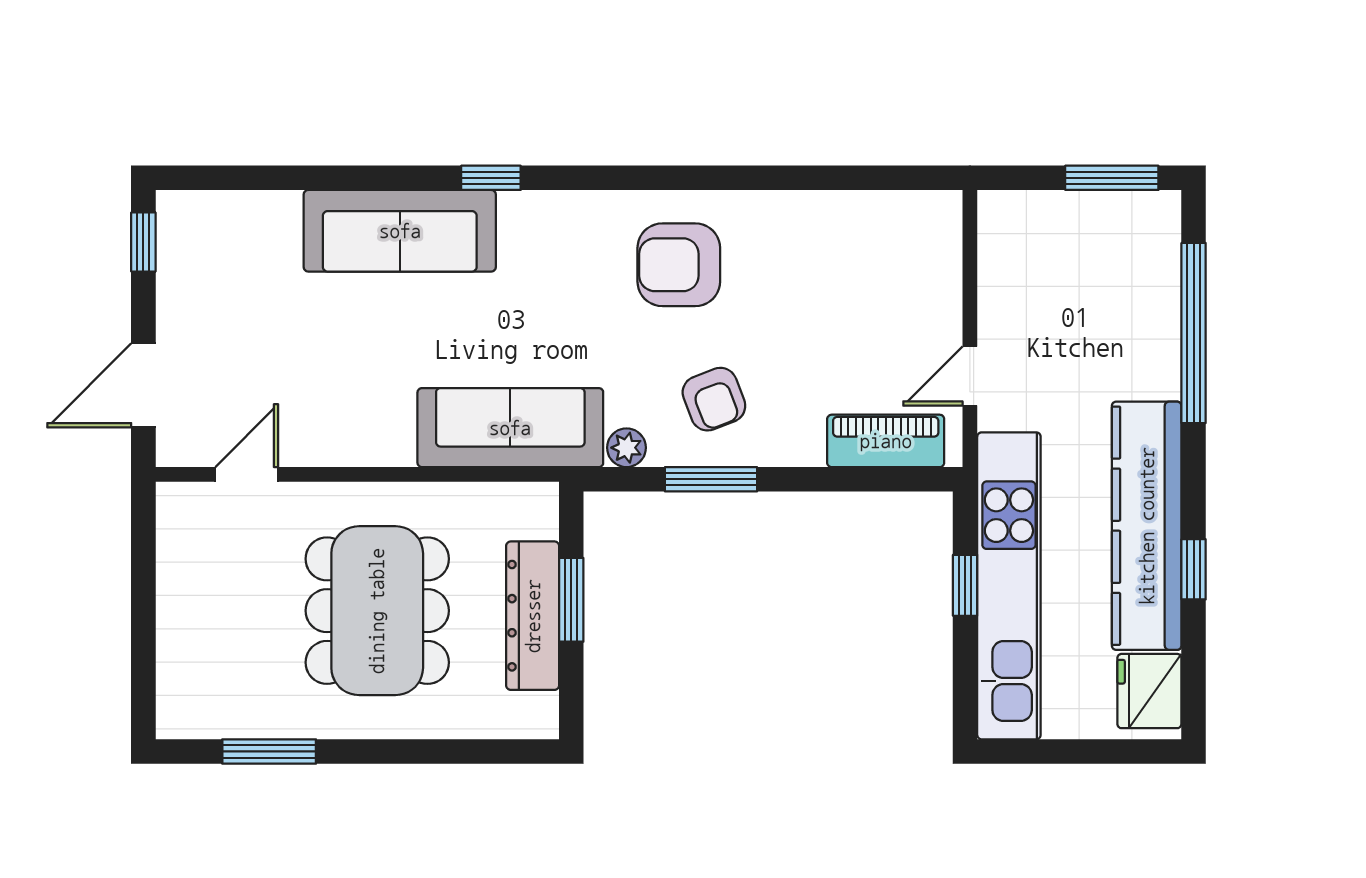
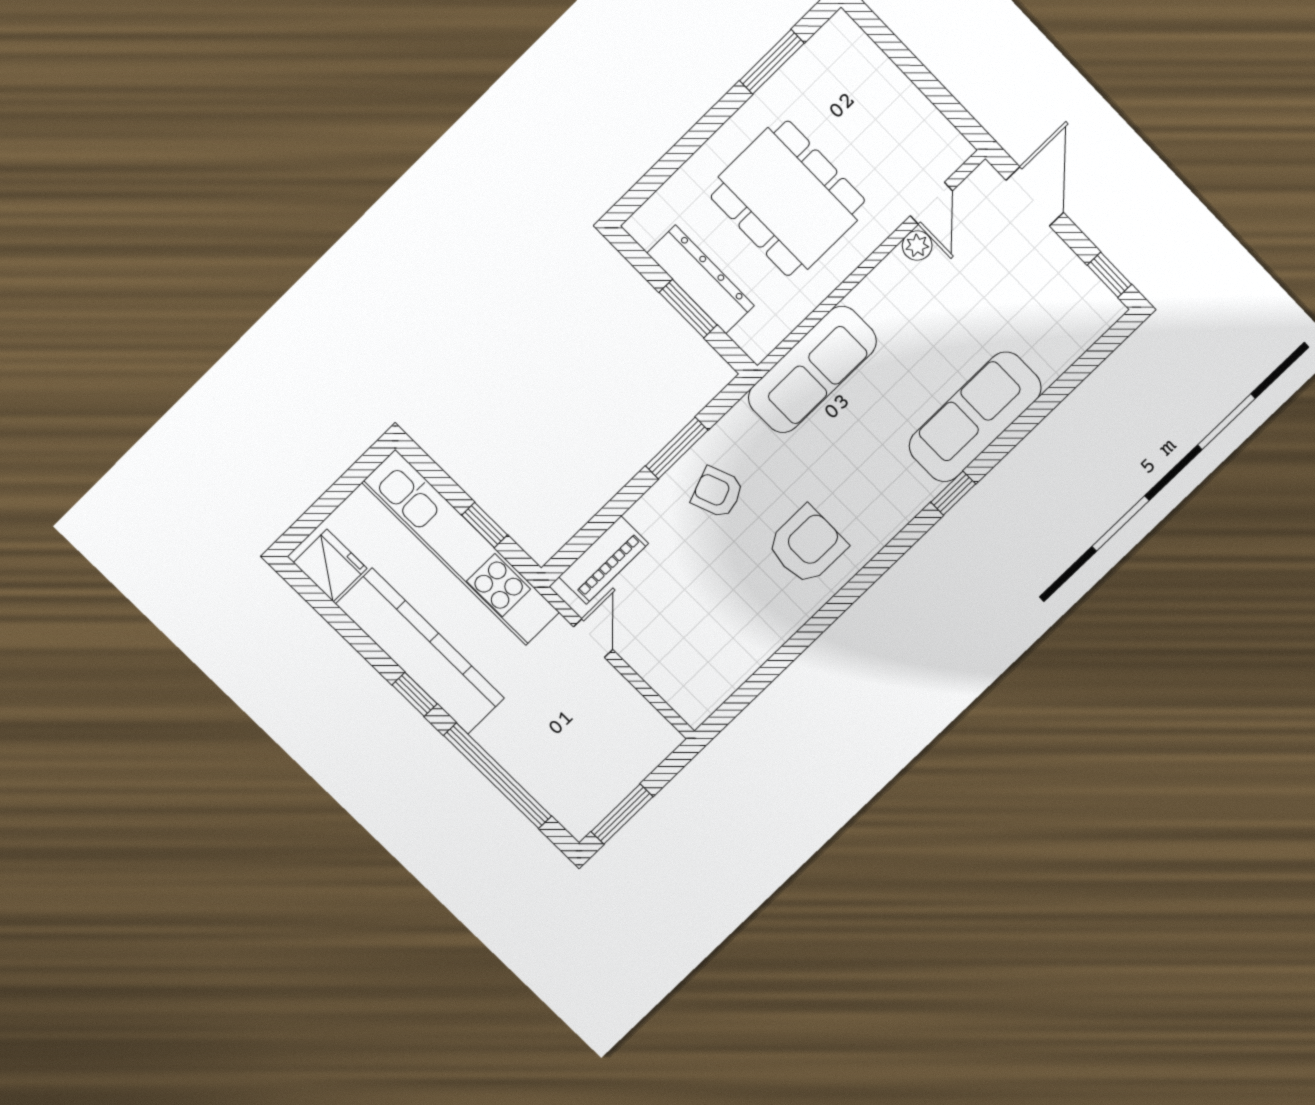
plant: (626, 448) -> (917, 245), moved
window: (1194, 569) -> (415, 694), moved

